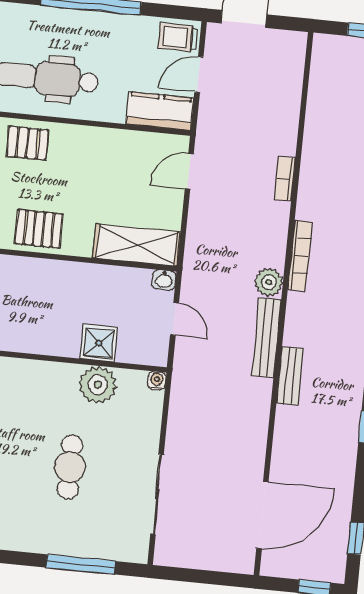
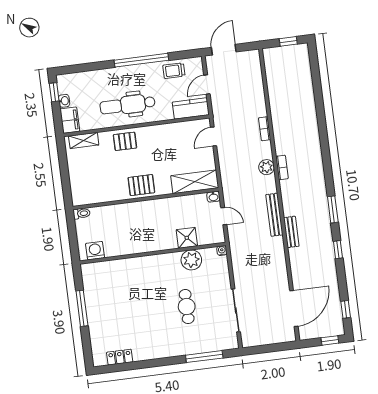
trolley: (178, 37) -> (174, 71), moved
bookcase: (300, 256) -> (282, 167), width x0.64
plant: (269, 282) -> (267, 167), moved

